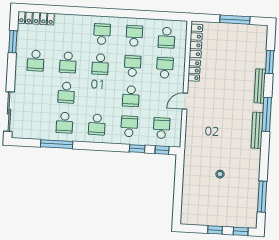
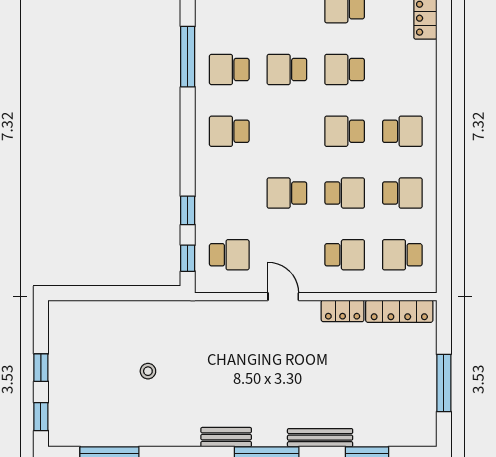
school desk: (129, 126) -> (229, 193), removed
bench: (257, 130) -> (226, 437), width x0.73

